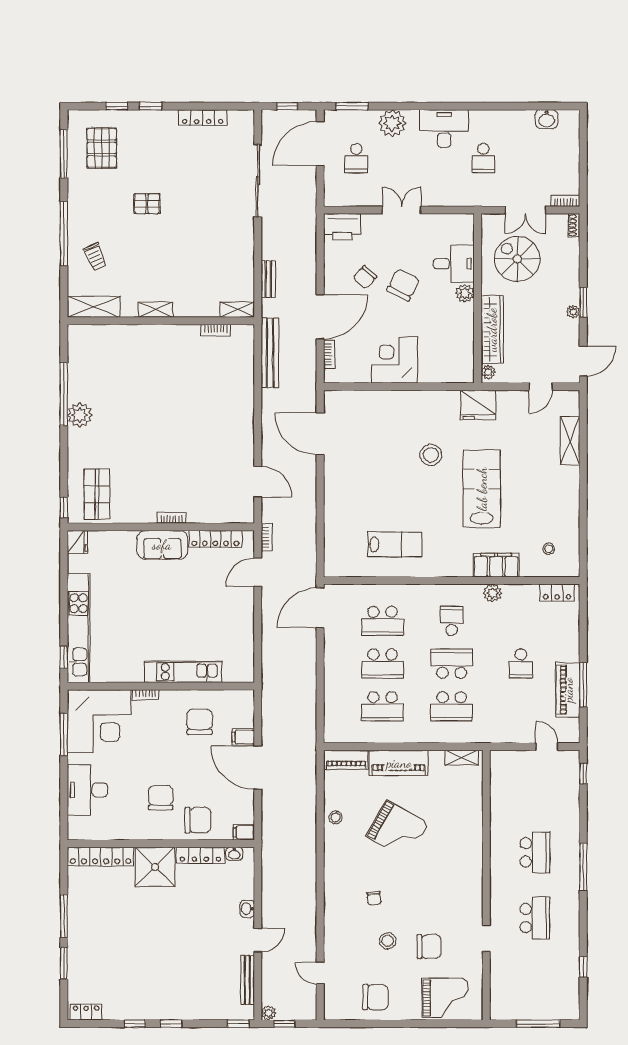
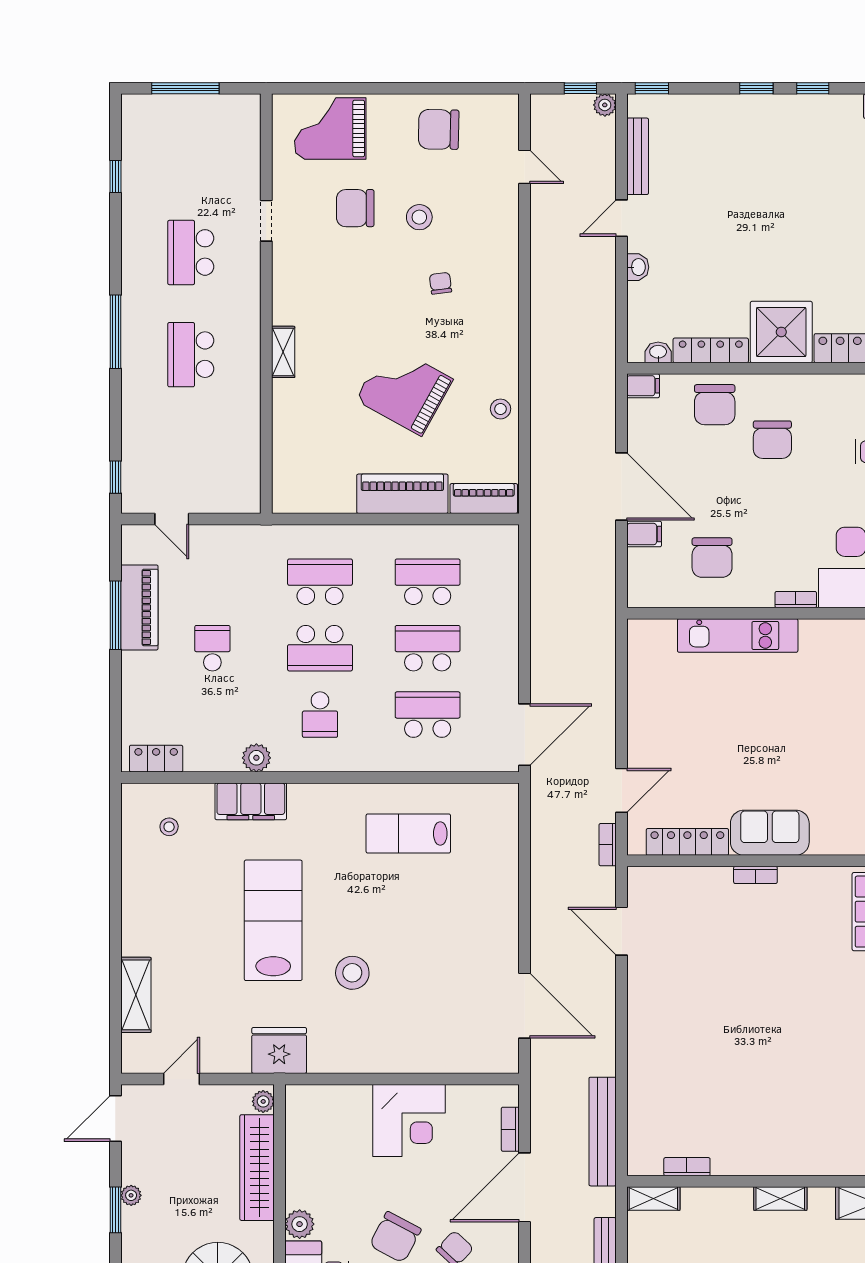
lab bench: (482, 489) -> (273, 920), turned 180
shelving: (462, 758) -> (283, 352), moved, turned 90
chair: (198, 820) -> (715, 405), turned -90

